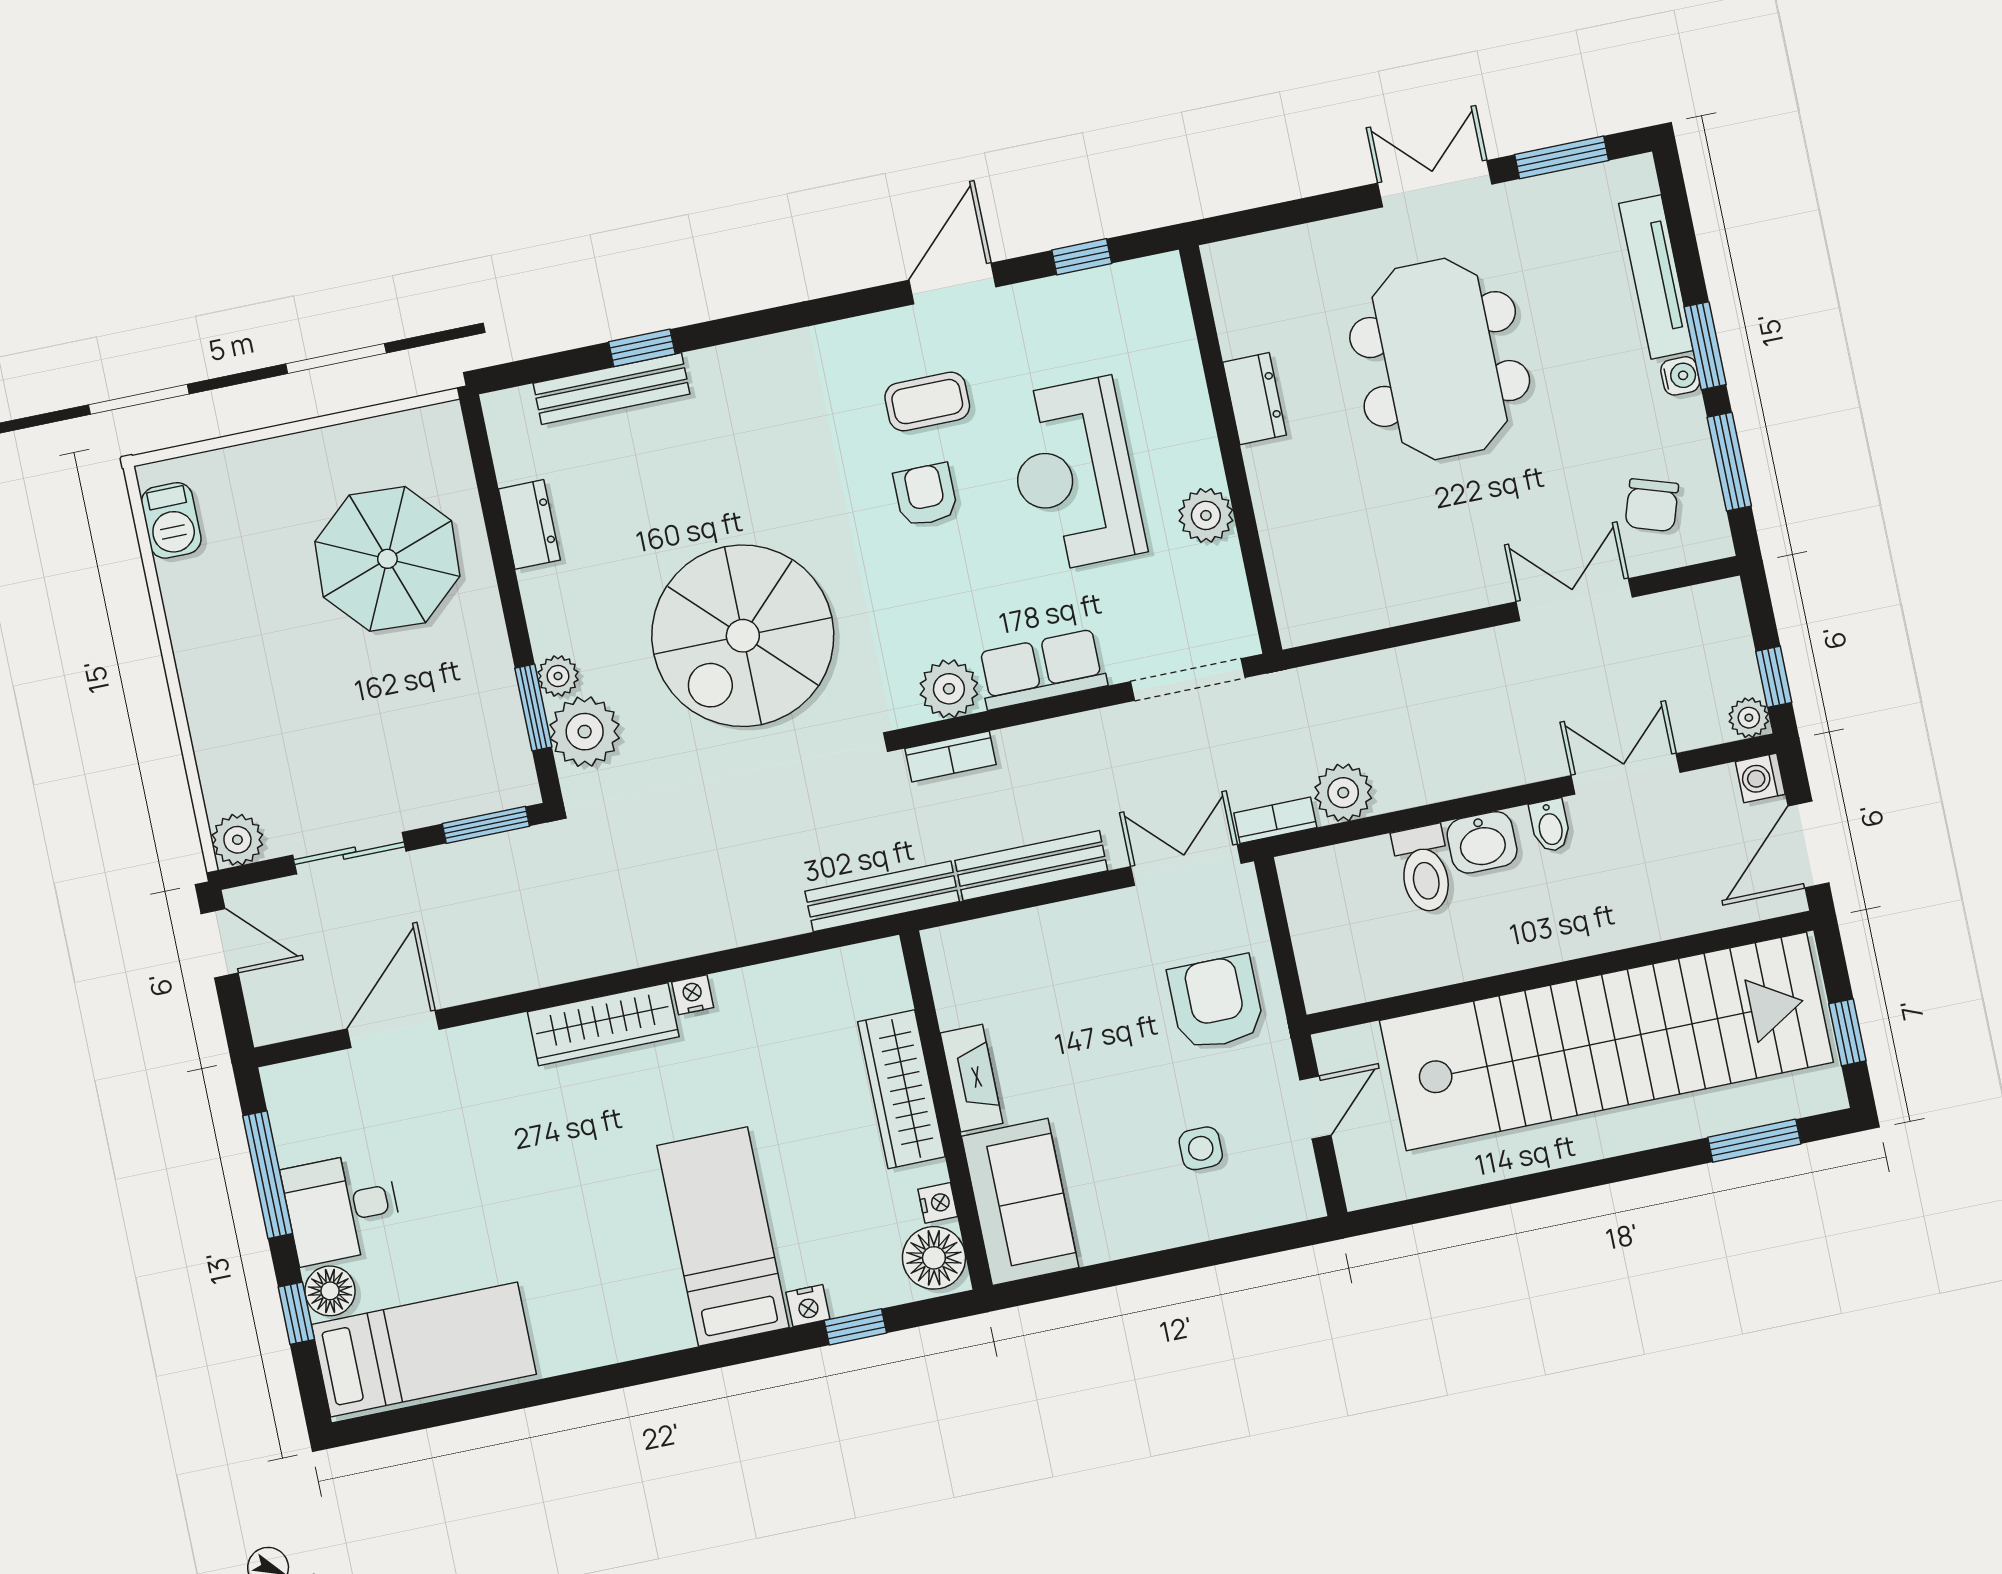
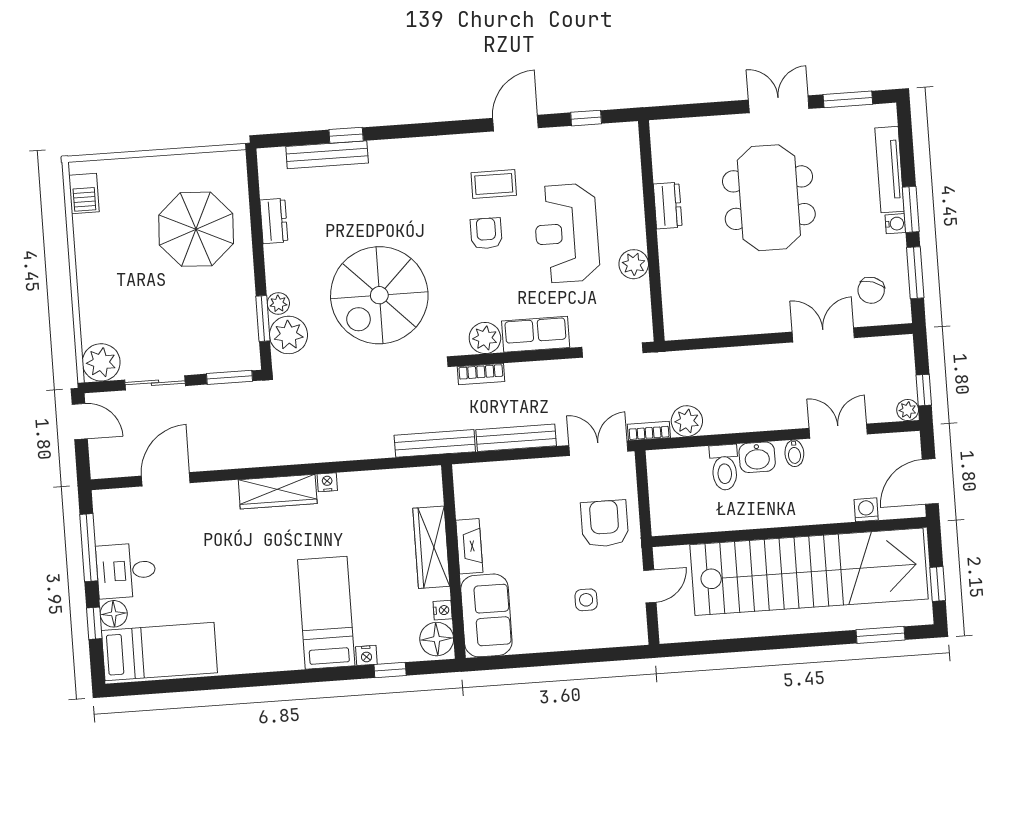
washing machine: (1760, 778) -> (866, 510), moved, turned 90
plant: (237, 840) -> (101, 362), width x1.36, depth x1.36

